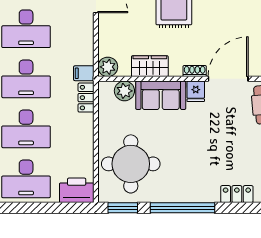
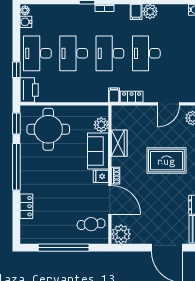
plant: (108, 67) -> (119, 113), removed
locker: (86, 98) -> (132, 97), moved
window: (49, 208) -> (16, 70), added

